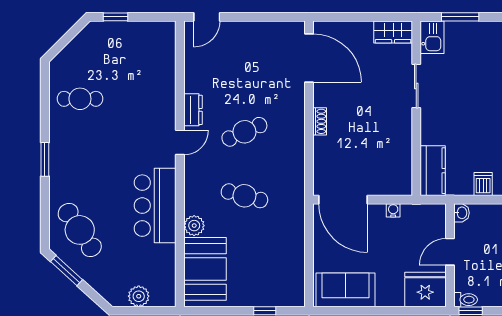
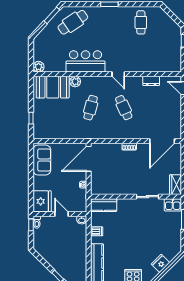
dresser: (193, 110) -> (151, 81), moved
plant: (139, 296) -> (39, 67), moved

